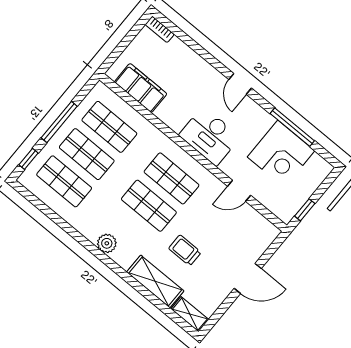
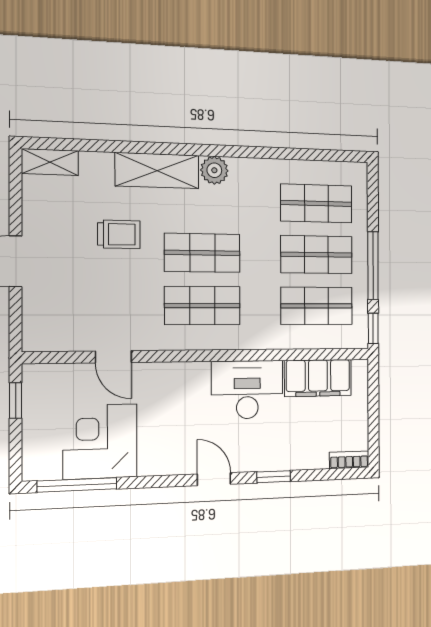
window: (208, 57) -> (274, 477), added
window: (292, 127) -> (77, 485), moved
desk: (210, 136) -> (247, 390), moved
window: (29, 159) -> (373, 328), moved
door: (239, 191) -> (113, 357), swing flipped
shelving: (155, 281) -> (157, 171), moved

